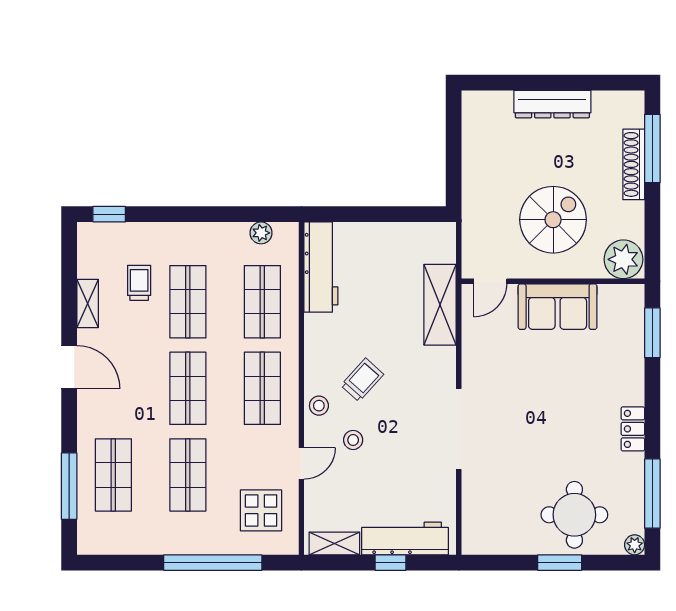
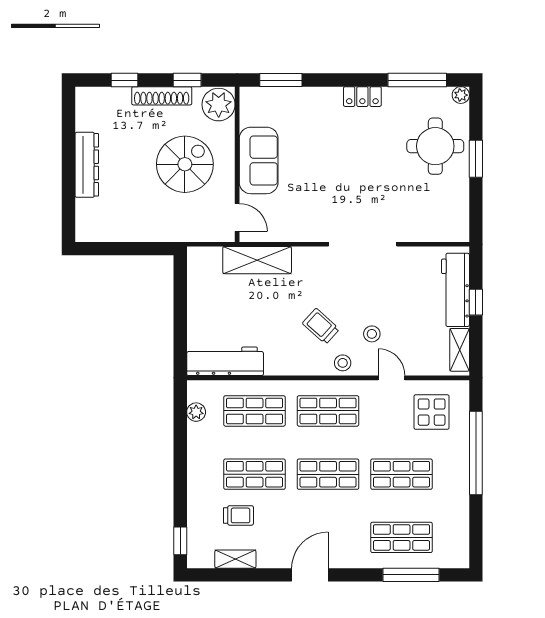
window: (652, 149) -> (124, 80), width x0.46
shoe rack: (634, 164) -> (162, 96), moved
spiral stairs: (553, 220) -> (185, 164), turned 90
window: (652, 222) -> (187, 80), added
trolley: (139, 283) -> (238, 515), turned 180
shelving: (88, 303) -> (235, 559), moved

